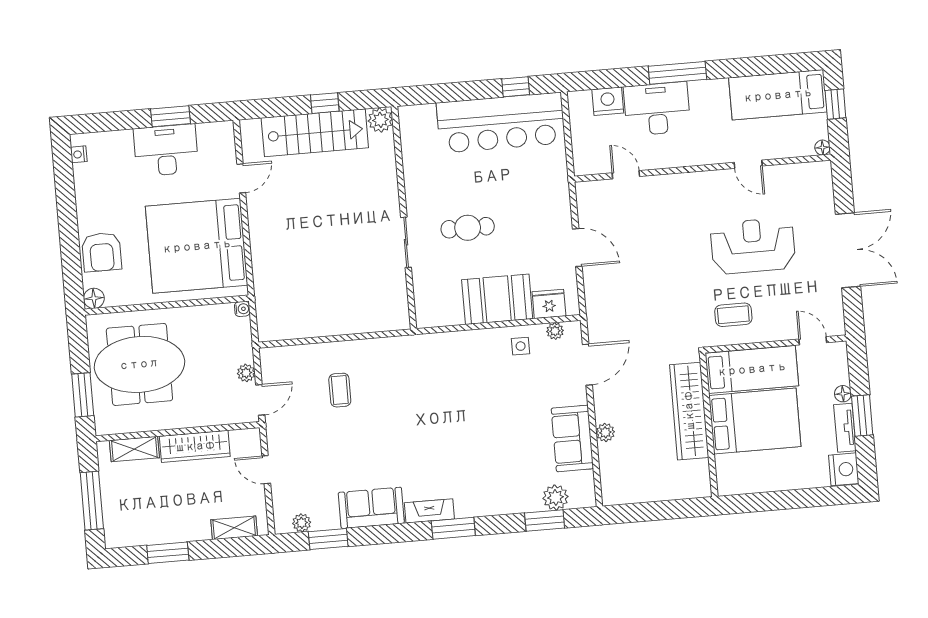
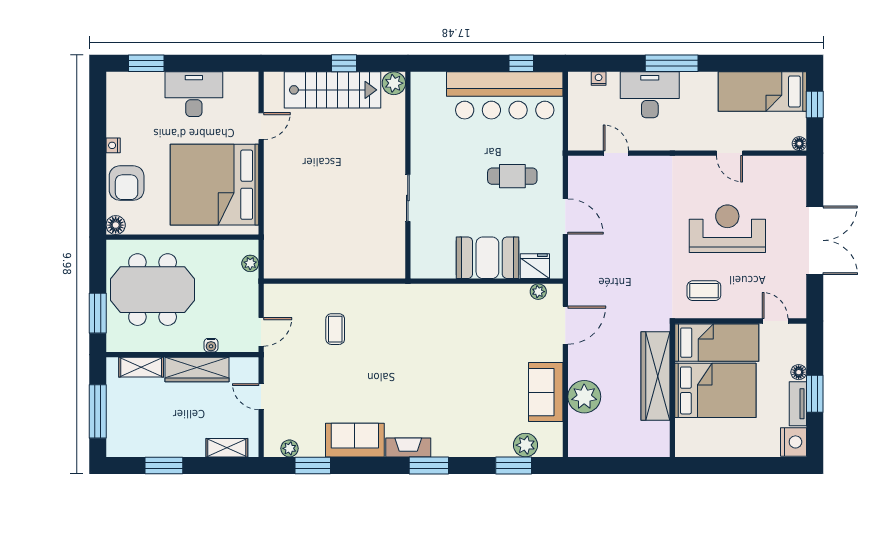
nightstand: (608, 101) -> (599, 79), width x0.53, depth x0.56
window: (170, 116) -> (146, 63), moved
nightstand: (79, 154) -> (113, 145), moved
cafe table: (468, 228) -> (512, 176), moved
water cooler: (242, 309) -> (211, 345), moved, turned 90
side table: (521, 346) -> (505, 303), removed
plant: (246, 373) -> (250, 263), moved
plant: (605, 432) -> (584, 397), width x1.87, depth x1.87

